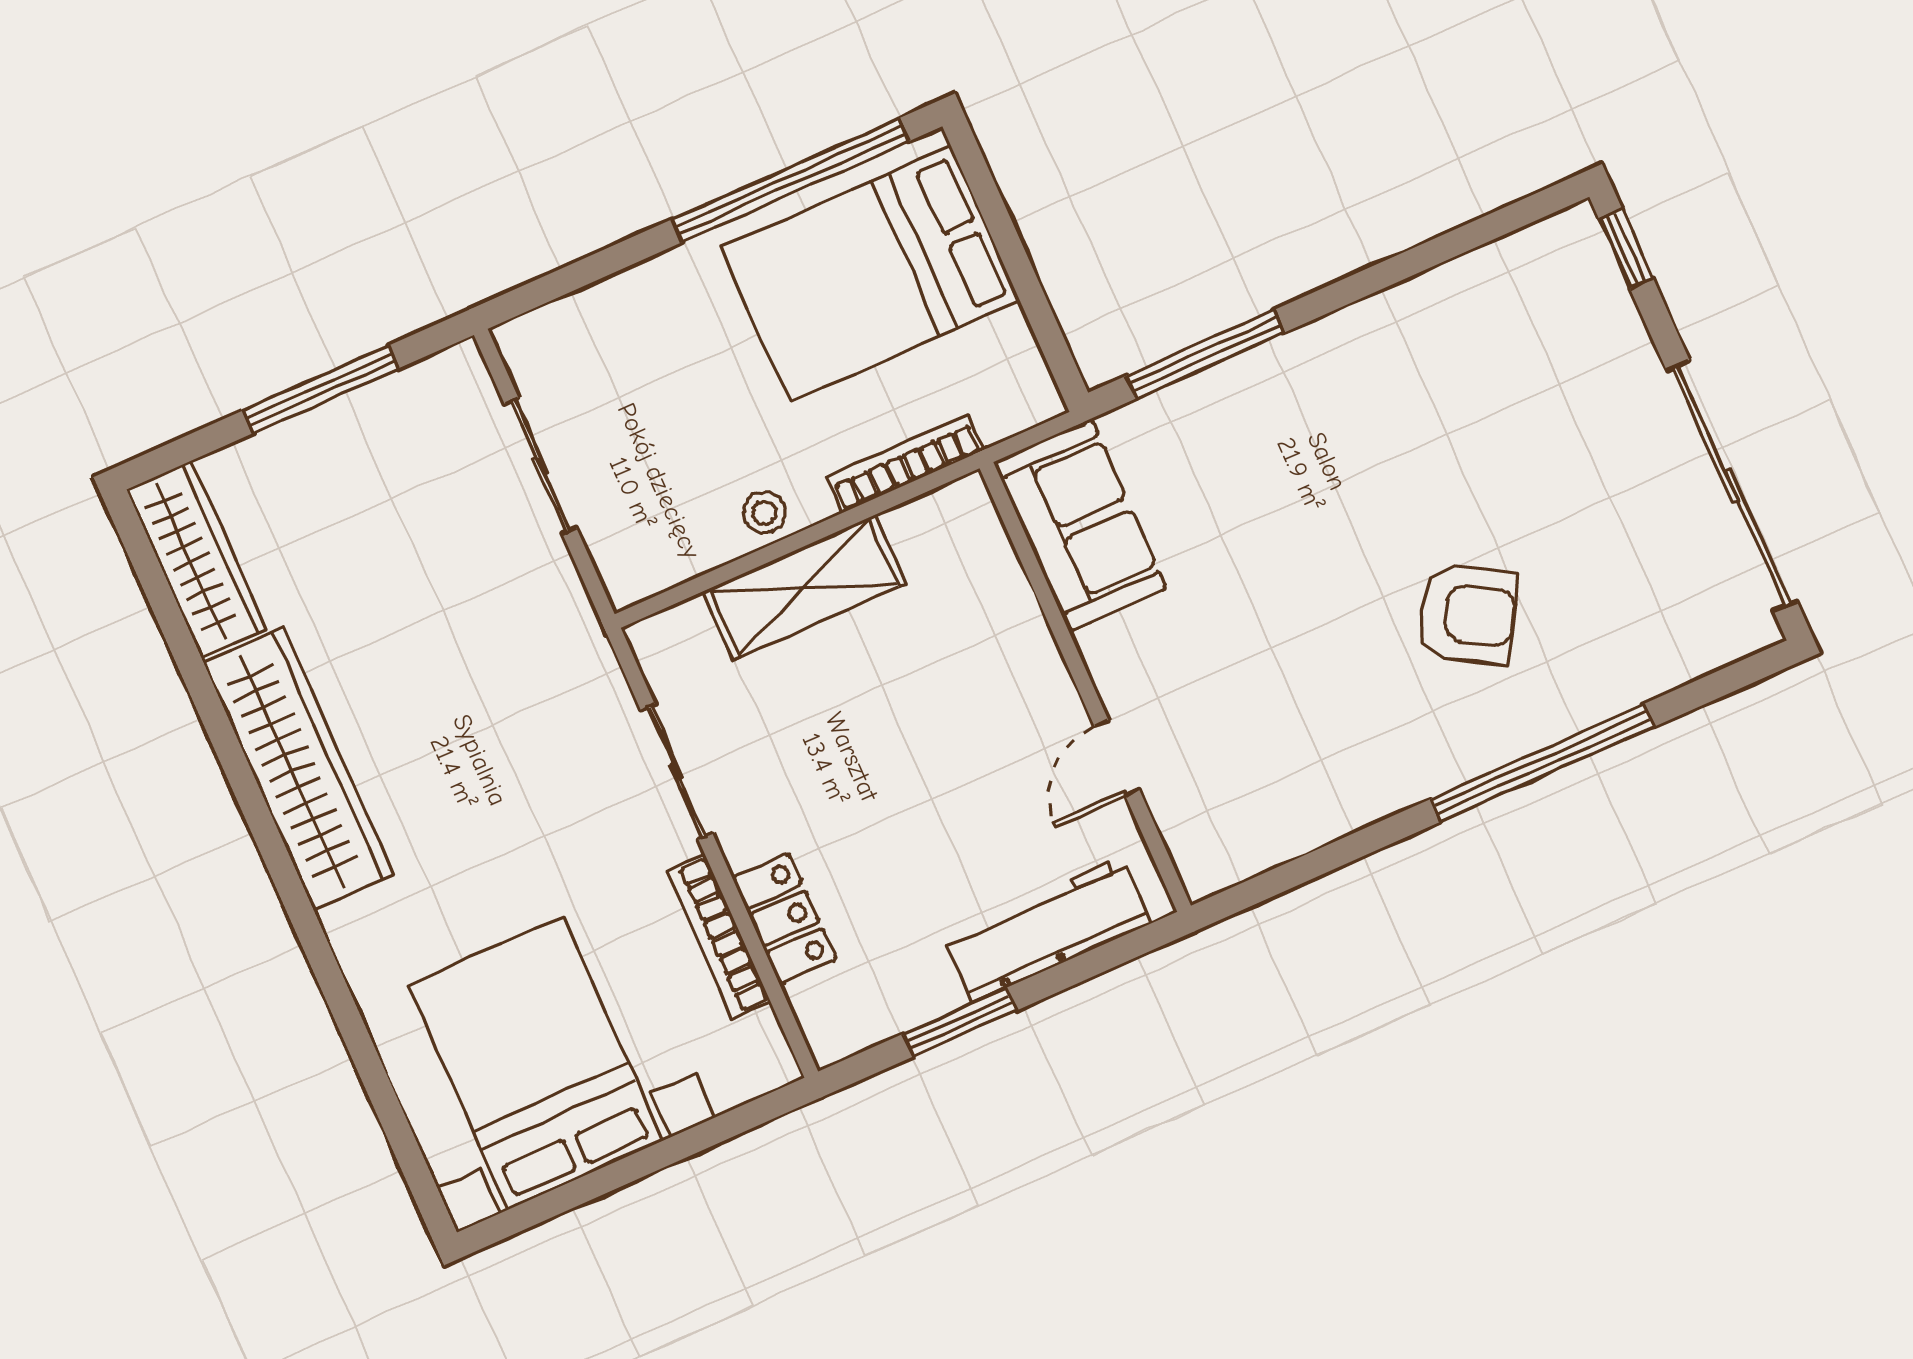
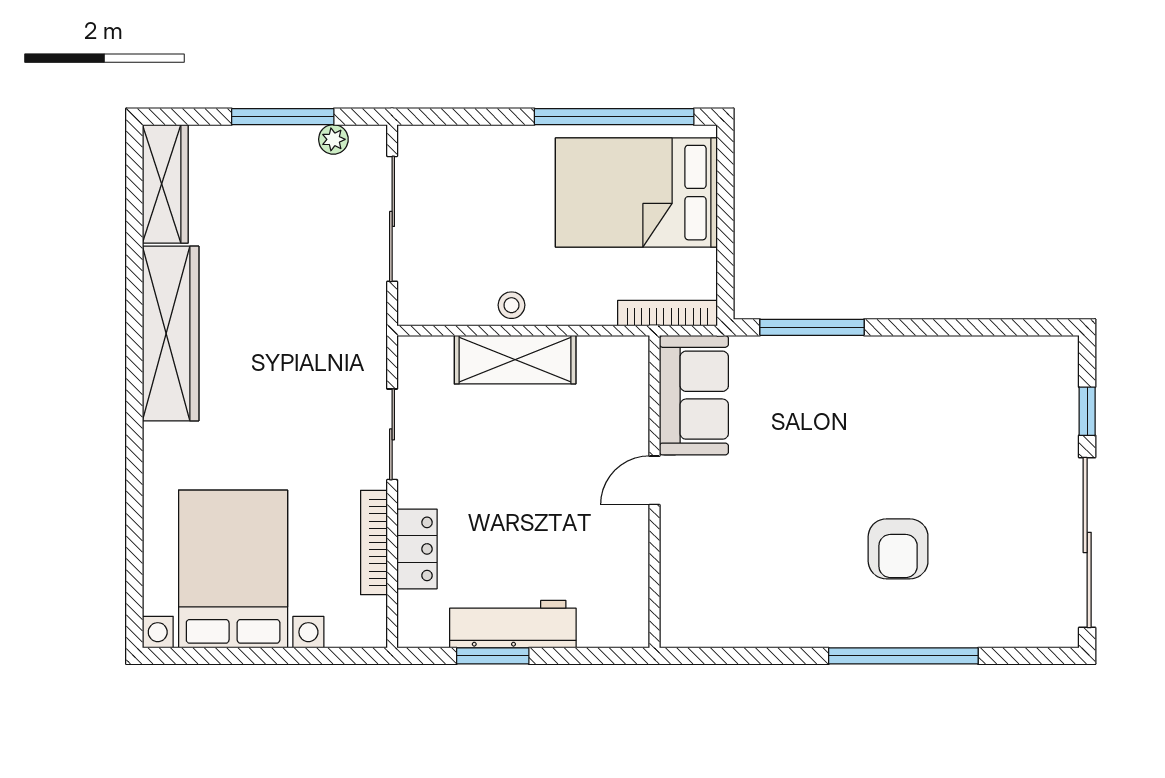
window: (1626, 249) -> (1087, 411), moved
plant: (407, 390) -> (333, 139), added
bookcase: (905, 463) -> (667, 313), moved
sliding door: (540, 466) -> (392, 219), width x1.37
armchair: (1467, 614) -> (898, 549), turned 60
door: (1117, 758) -> (655, 480), moved
workbench: (1047, 929) -> (513, 624), moved

